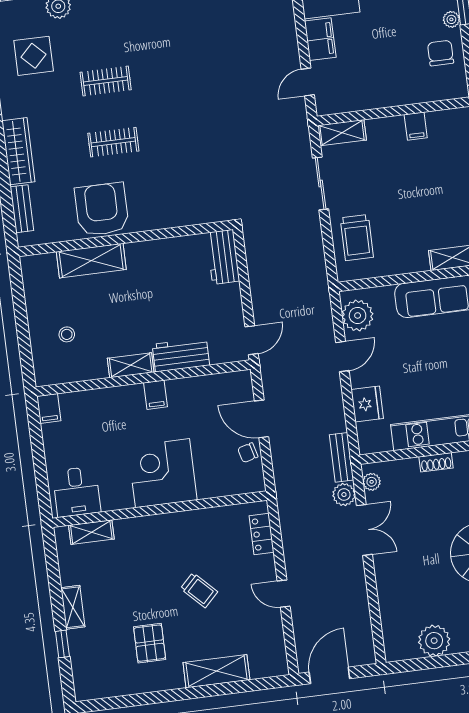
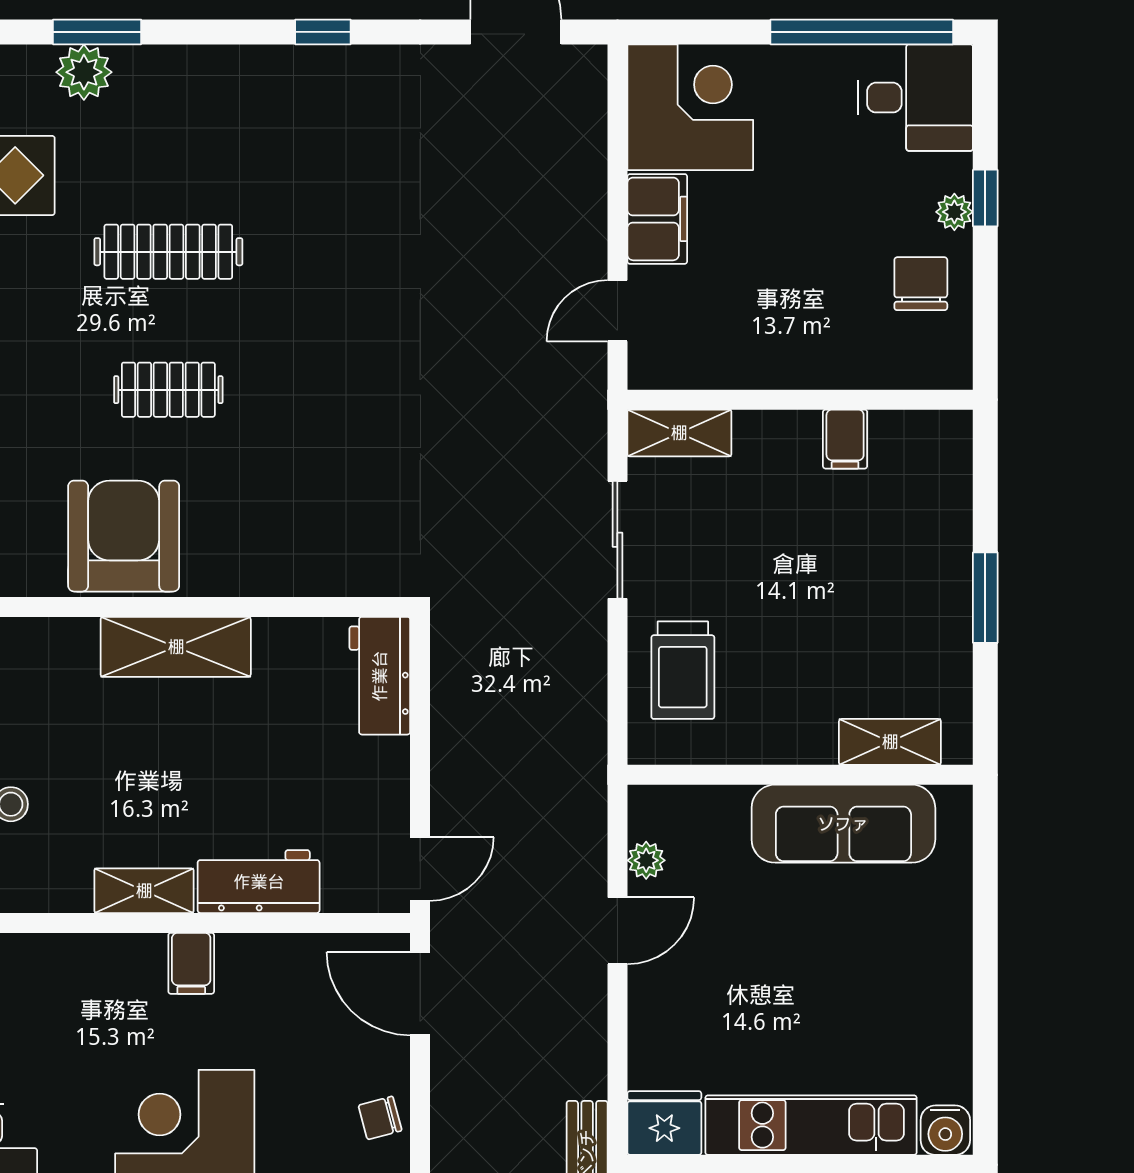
clothes rail: (106, 81) -> (168, 252), width x1.36
shelving: (91, 261) -> (176, 647), moved
plant: (358, 315) -> (646, 860), width x0.53, depth x0.53
fridge: (367, 404) -> (664, 1123), moved, turned -90
door: (262, 419) -> (420, 994), moved

